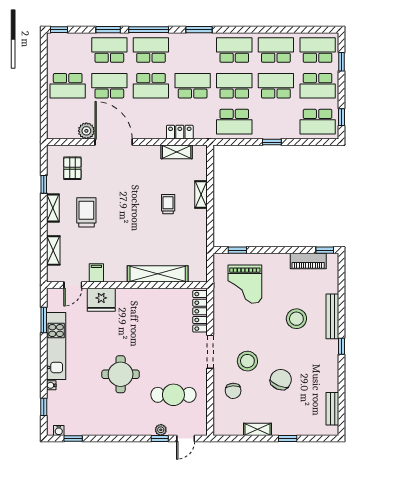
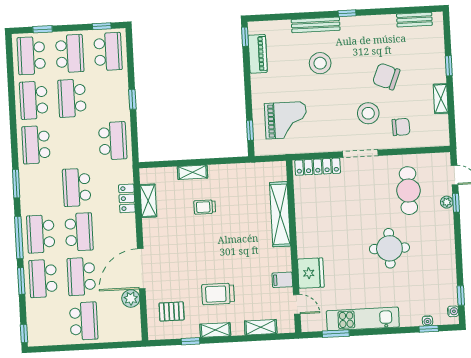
school desk: (234, 86) -> (74, 143), removed
water cooler: (51, 385) -> (427, 321), moved

